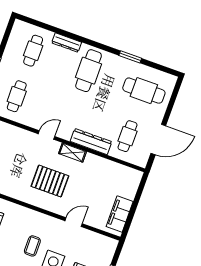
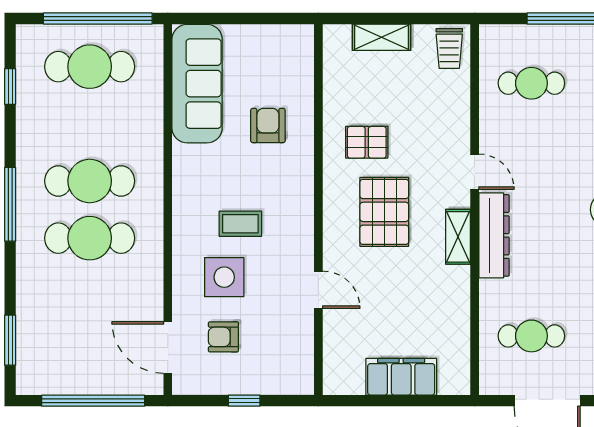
dresser: (91, 142) -> (494, 235), moved
pallet: (17, 178) -> (367, 142), added
filing cabinet: (120, 214) -> (401, 377), moved

